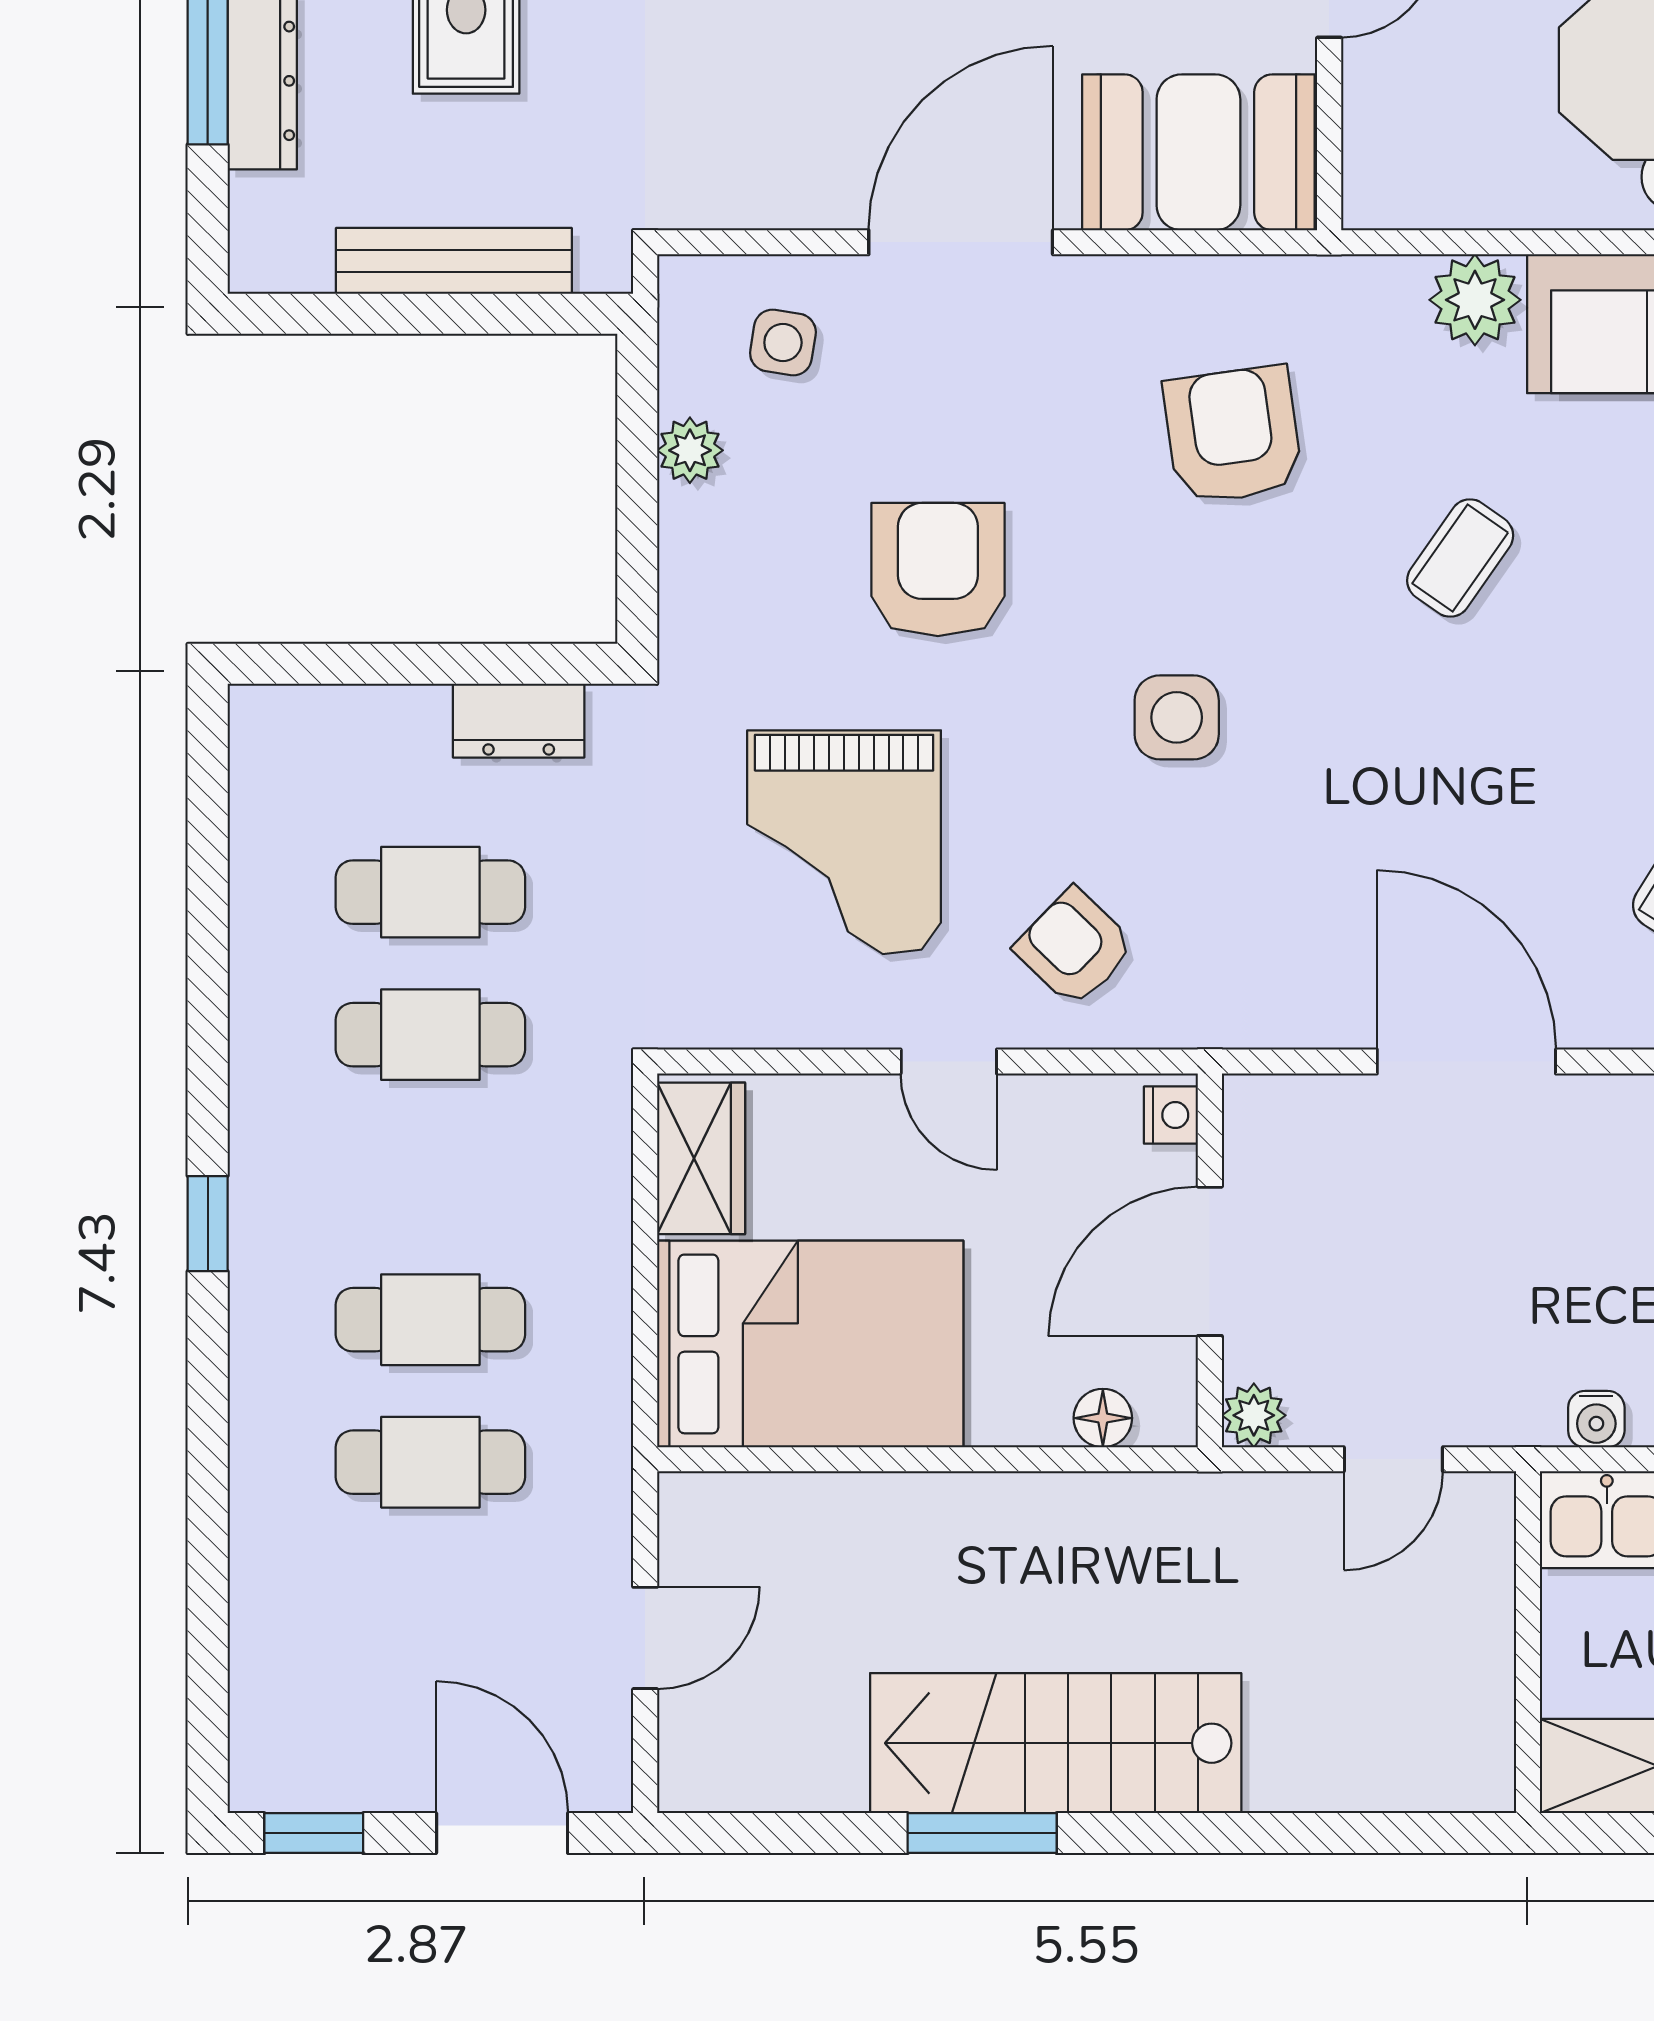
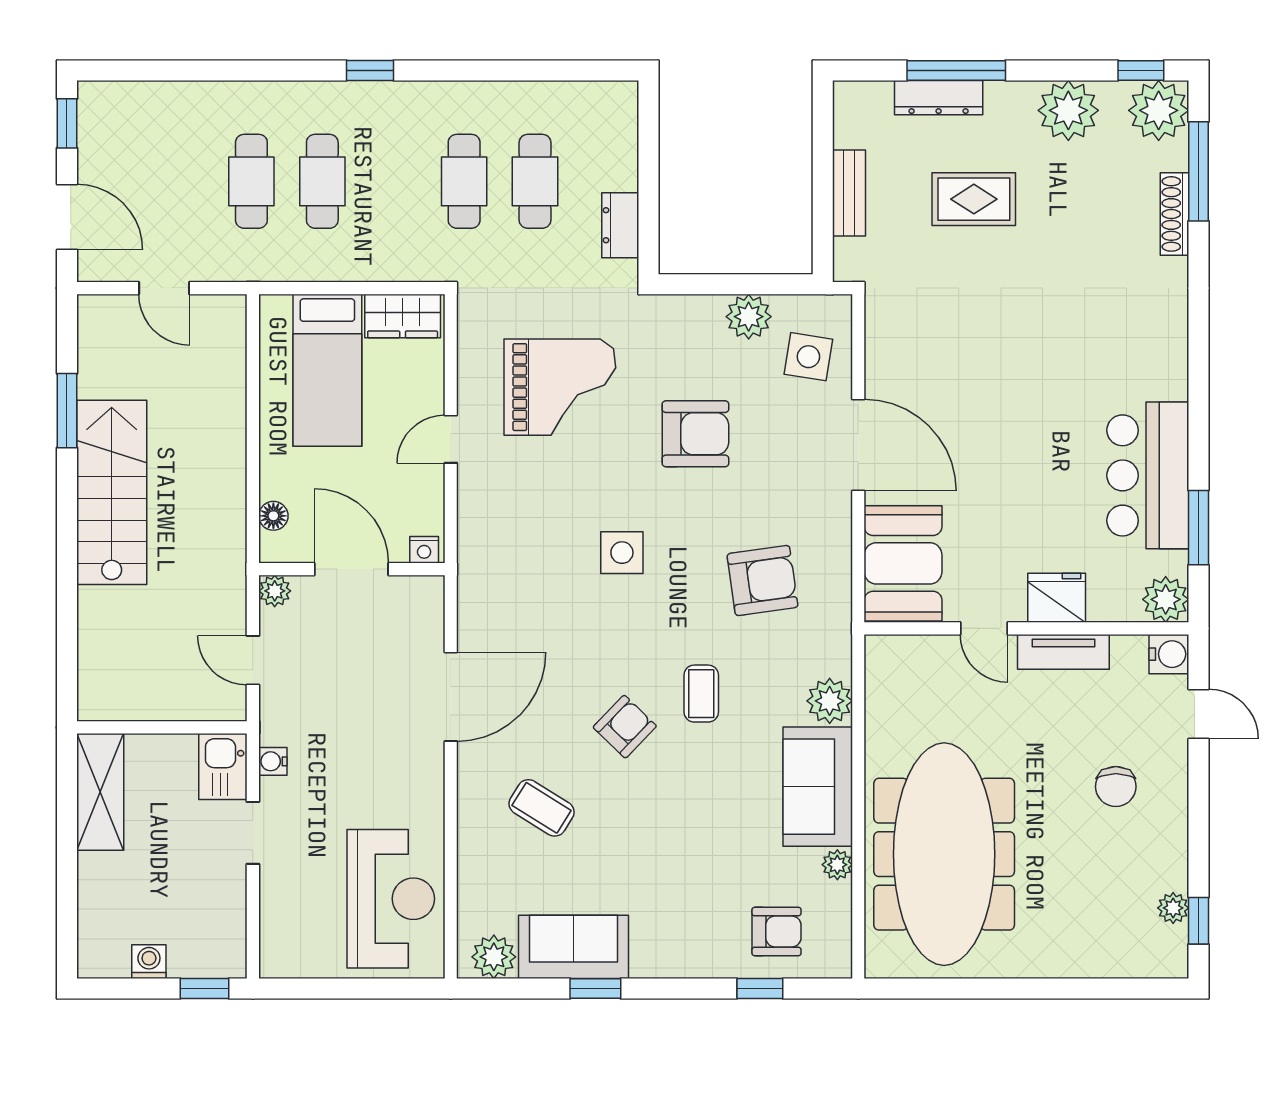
bench: (454, 261) -> (849, 193), width x0.73
side table: (783, 343) -> (808, 357), width x1.37, depth x1.37
plant: (690, 450) -> (749, 317), width x1.38, depth x1.38
coffee table: (1460, 558) -> (701, 694), turned 55
grand piano: (844, 842) -> (560, 387), turned 180
armchair: (1075, 947) -> (625, 727), moved
bed: (810, 1344) -> (327, 370), width x0.67
door: (502, 1833) -> (67, 217), hinge flipped
window: (982, 1833) -> (67, 411), moved

